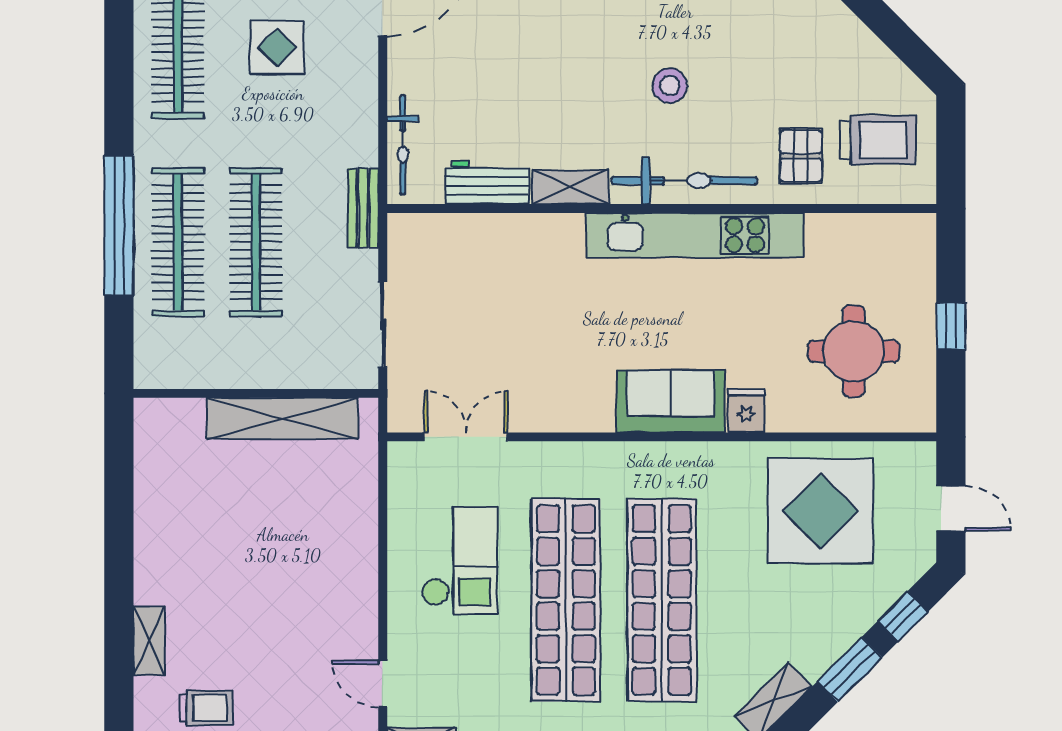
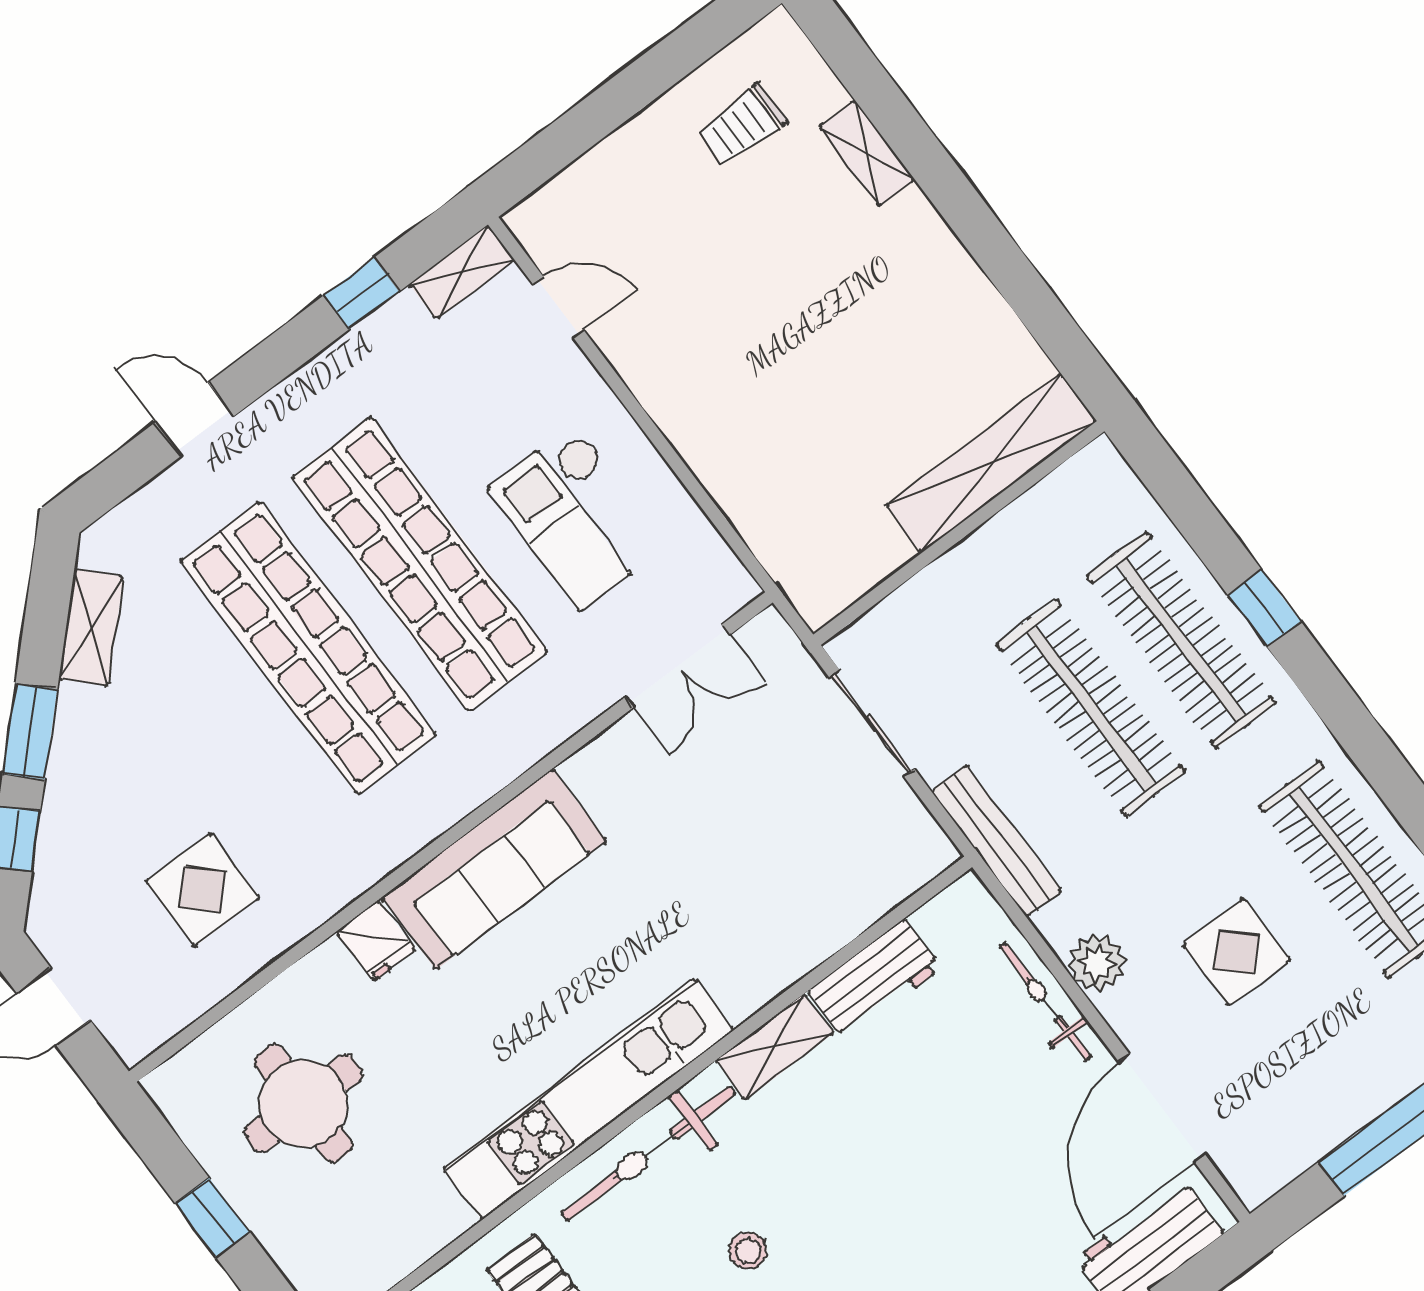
stool: (670, 86) -> (748, 1251), width x0.73, depth x0.73
plant: (358, 99) -> (1097, 963), added
bicycle: (403, 145) -> (1045, 1002), moved
bench: (363, 208) -> (996, 841), width x1.36
window: (119, 225) -> (1264, 608), width x0.32
sofa: (671, 401) -> (494, 869), width x1.36
shelving: (283, 418) -> (991, 463), moved
display table: (820, 511) -> (203, 890), width x0.54, depth x0.54

